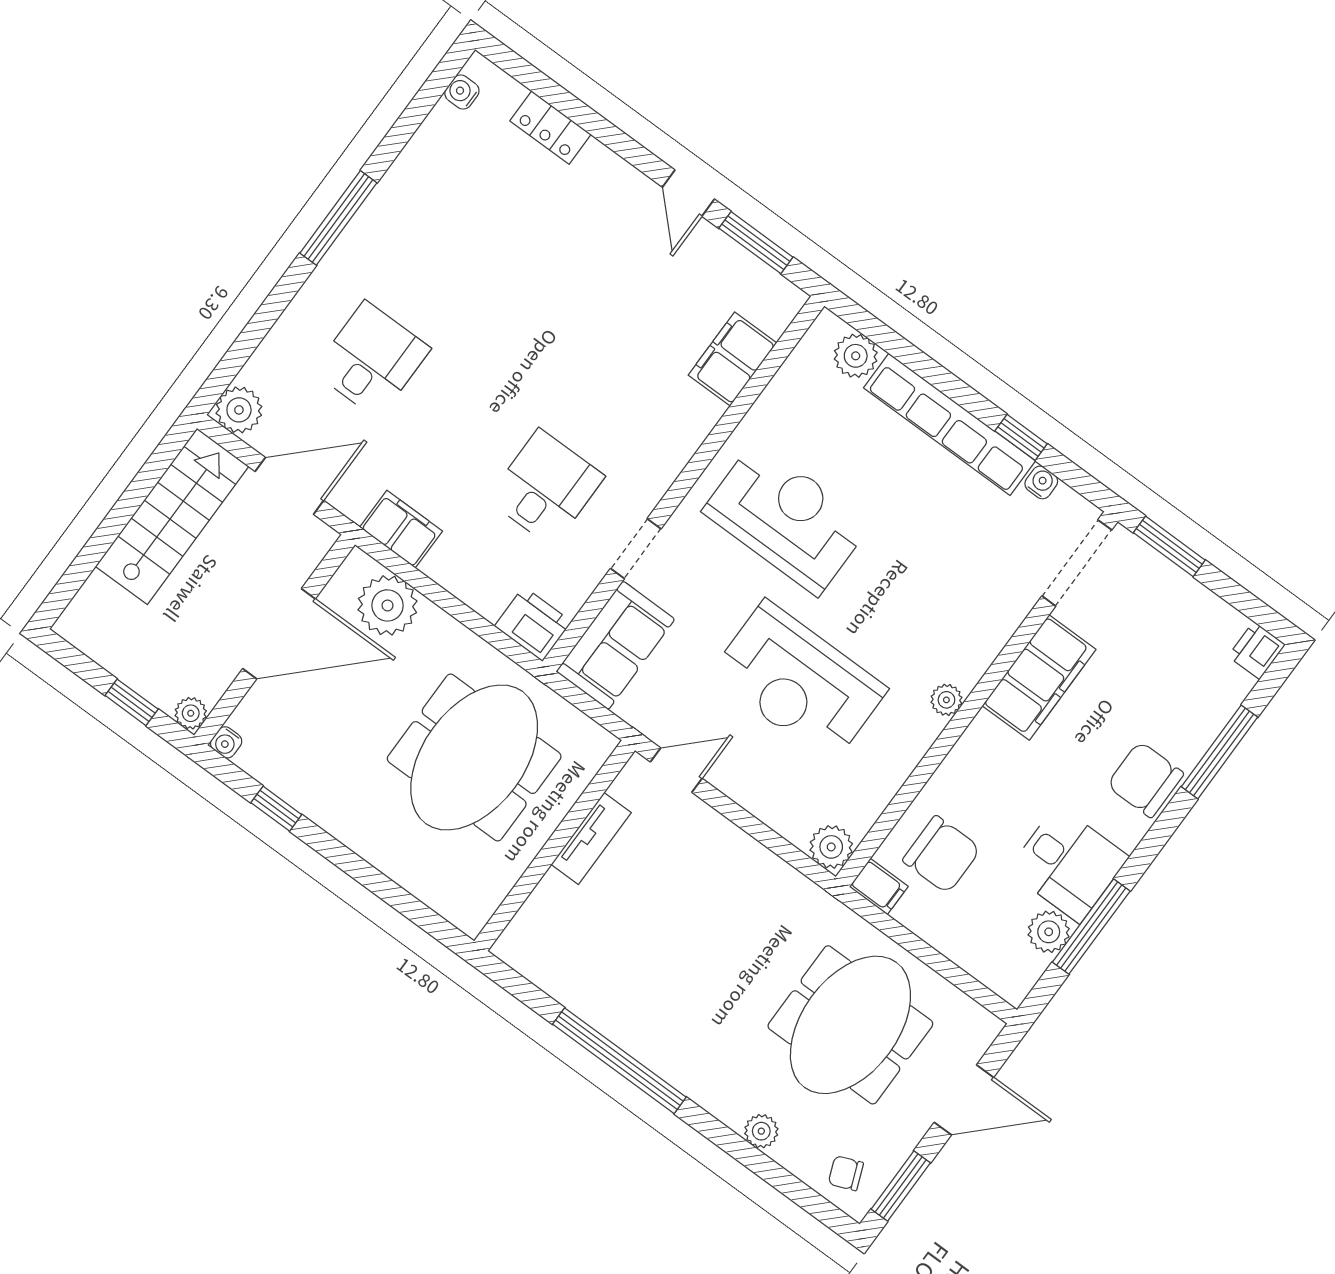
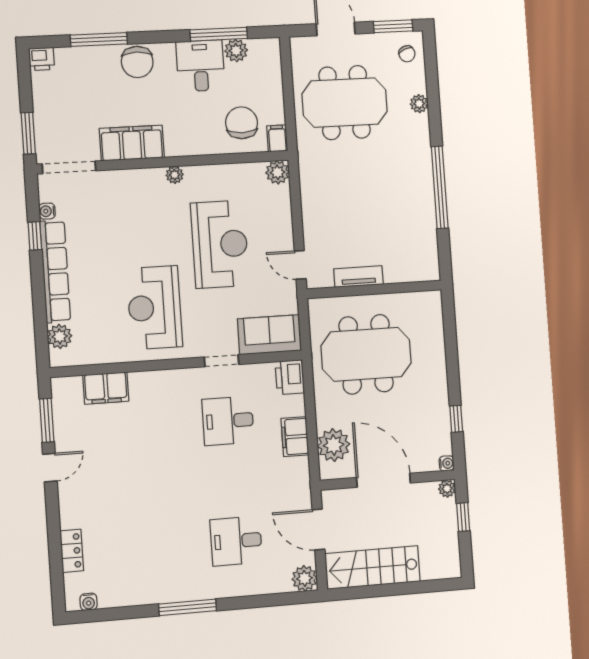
filing cabinet: (401, 529) -> (295, 437), moved

